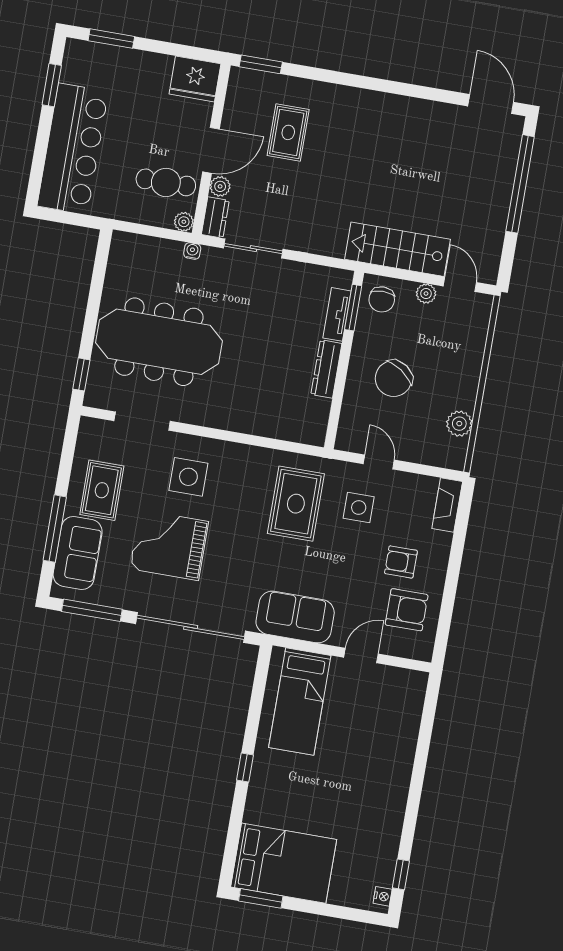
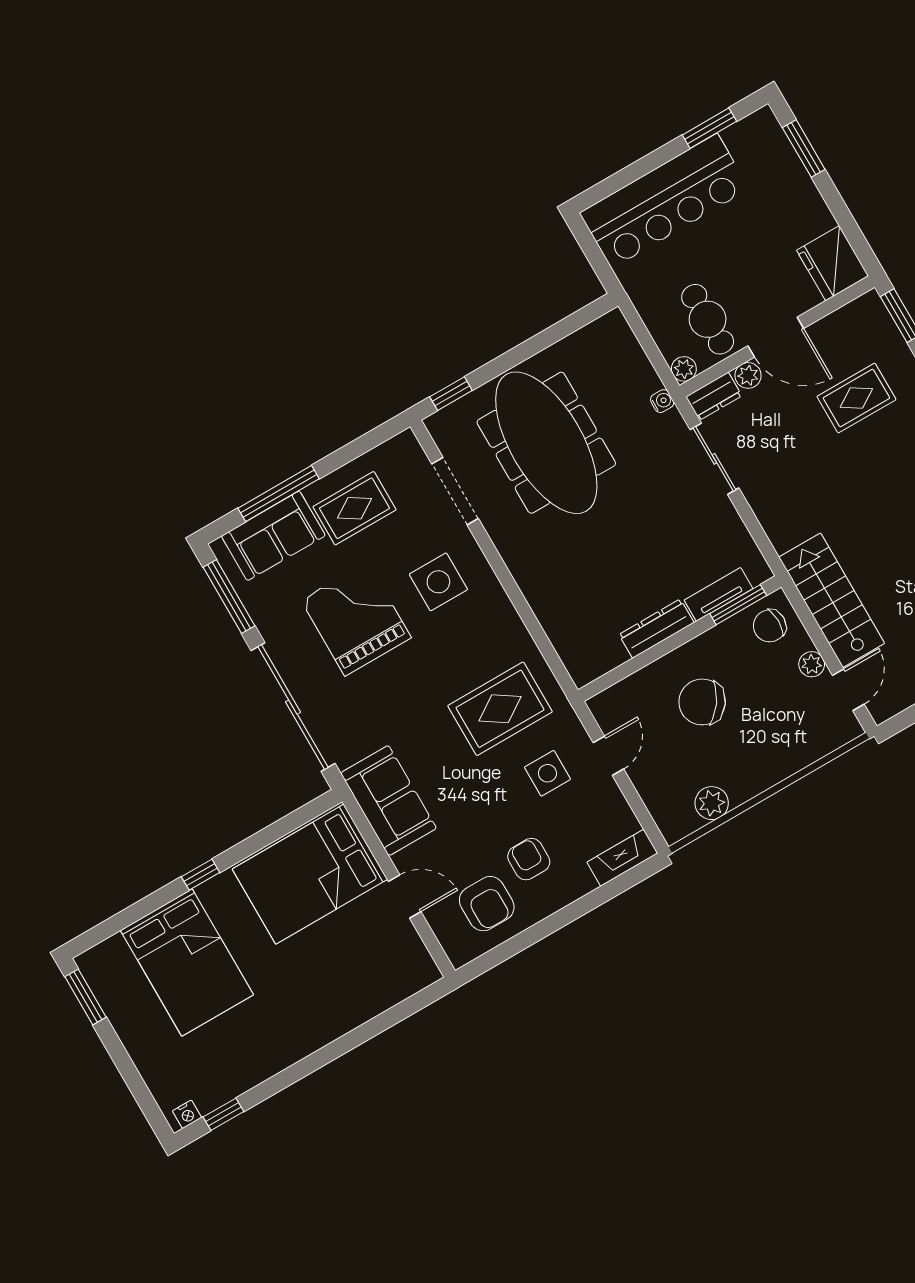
bed: (300, 701) -> (310, 874), width x1.50
bed: (284, 863) -> (187, 963), moved

